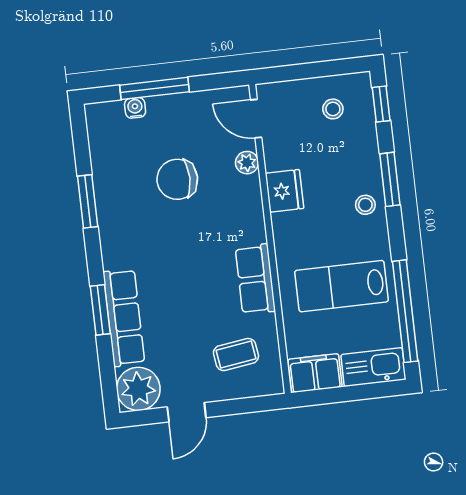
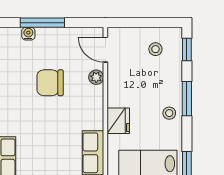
fridge: (284, 191) -> (118, 121), moved

